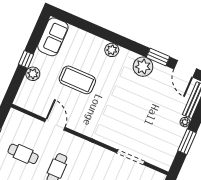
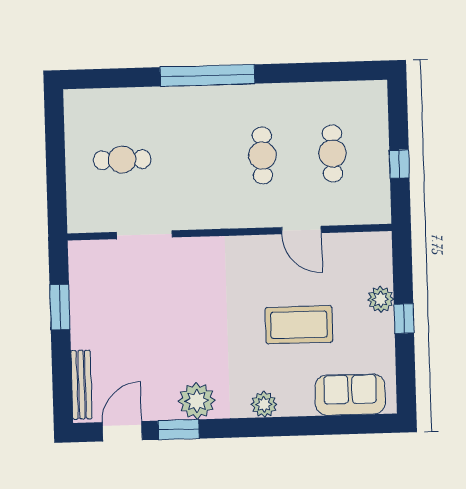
sofa: (53, 37) -> (350, 395), moved, turned 90
door: (185, 69) -> (122, 431), hinge flipped
plant: (185, 122) -> (80, 339), removed
cafe table: (23, 154) -> (332, 153), turned 90

